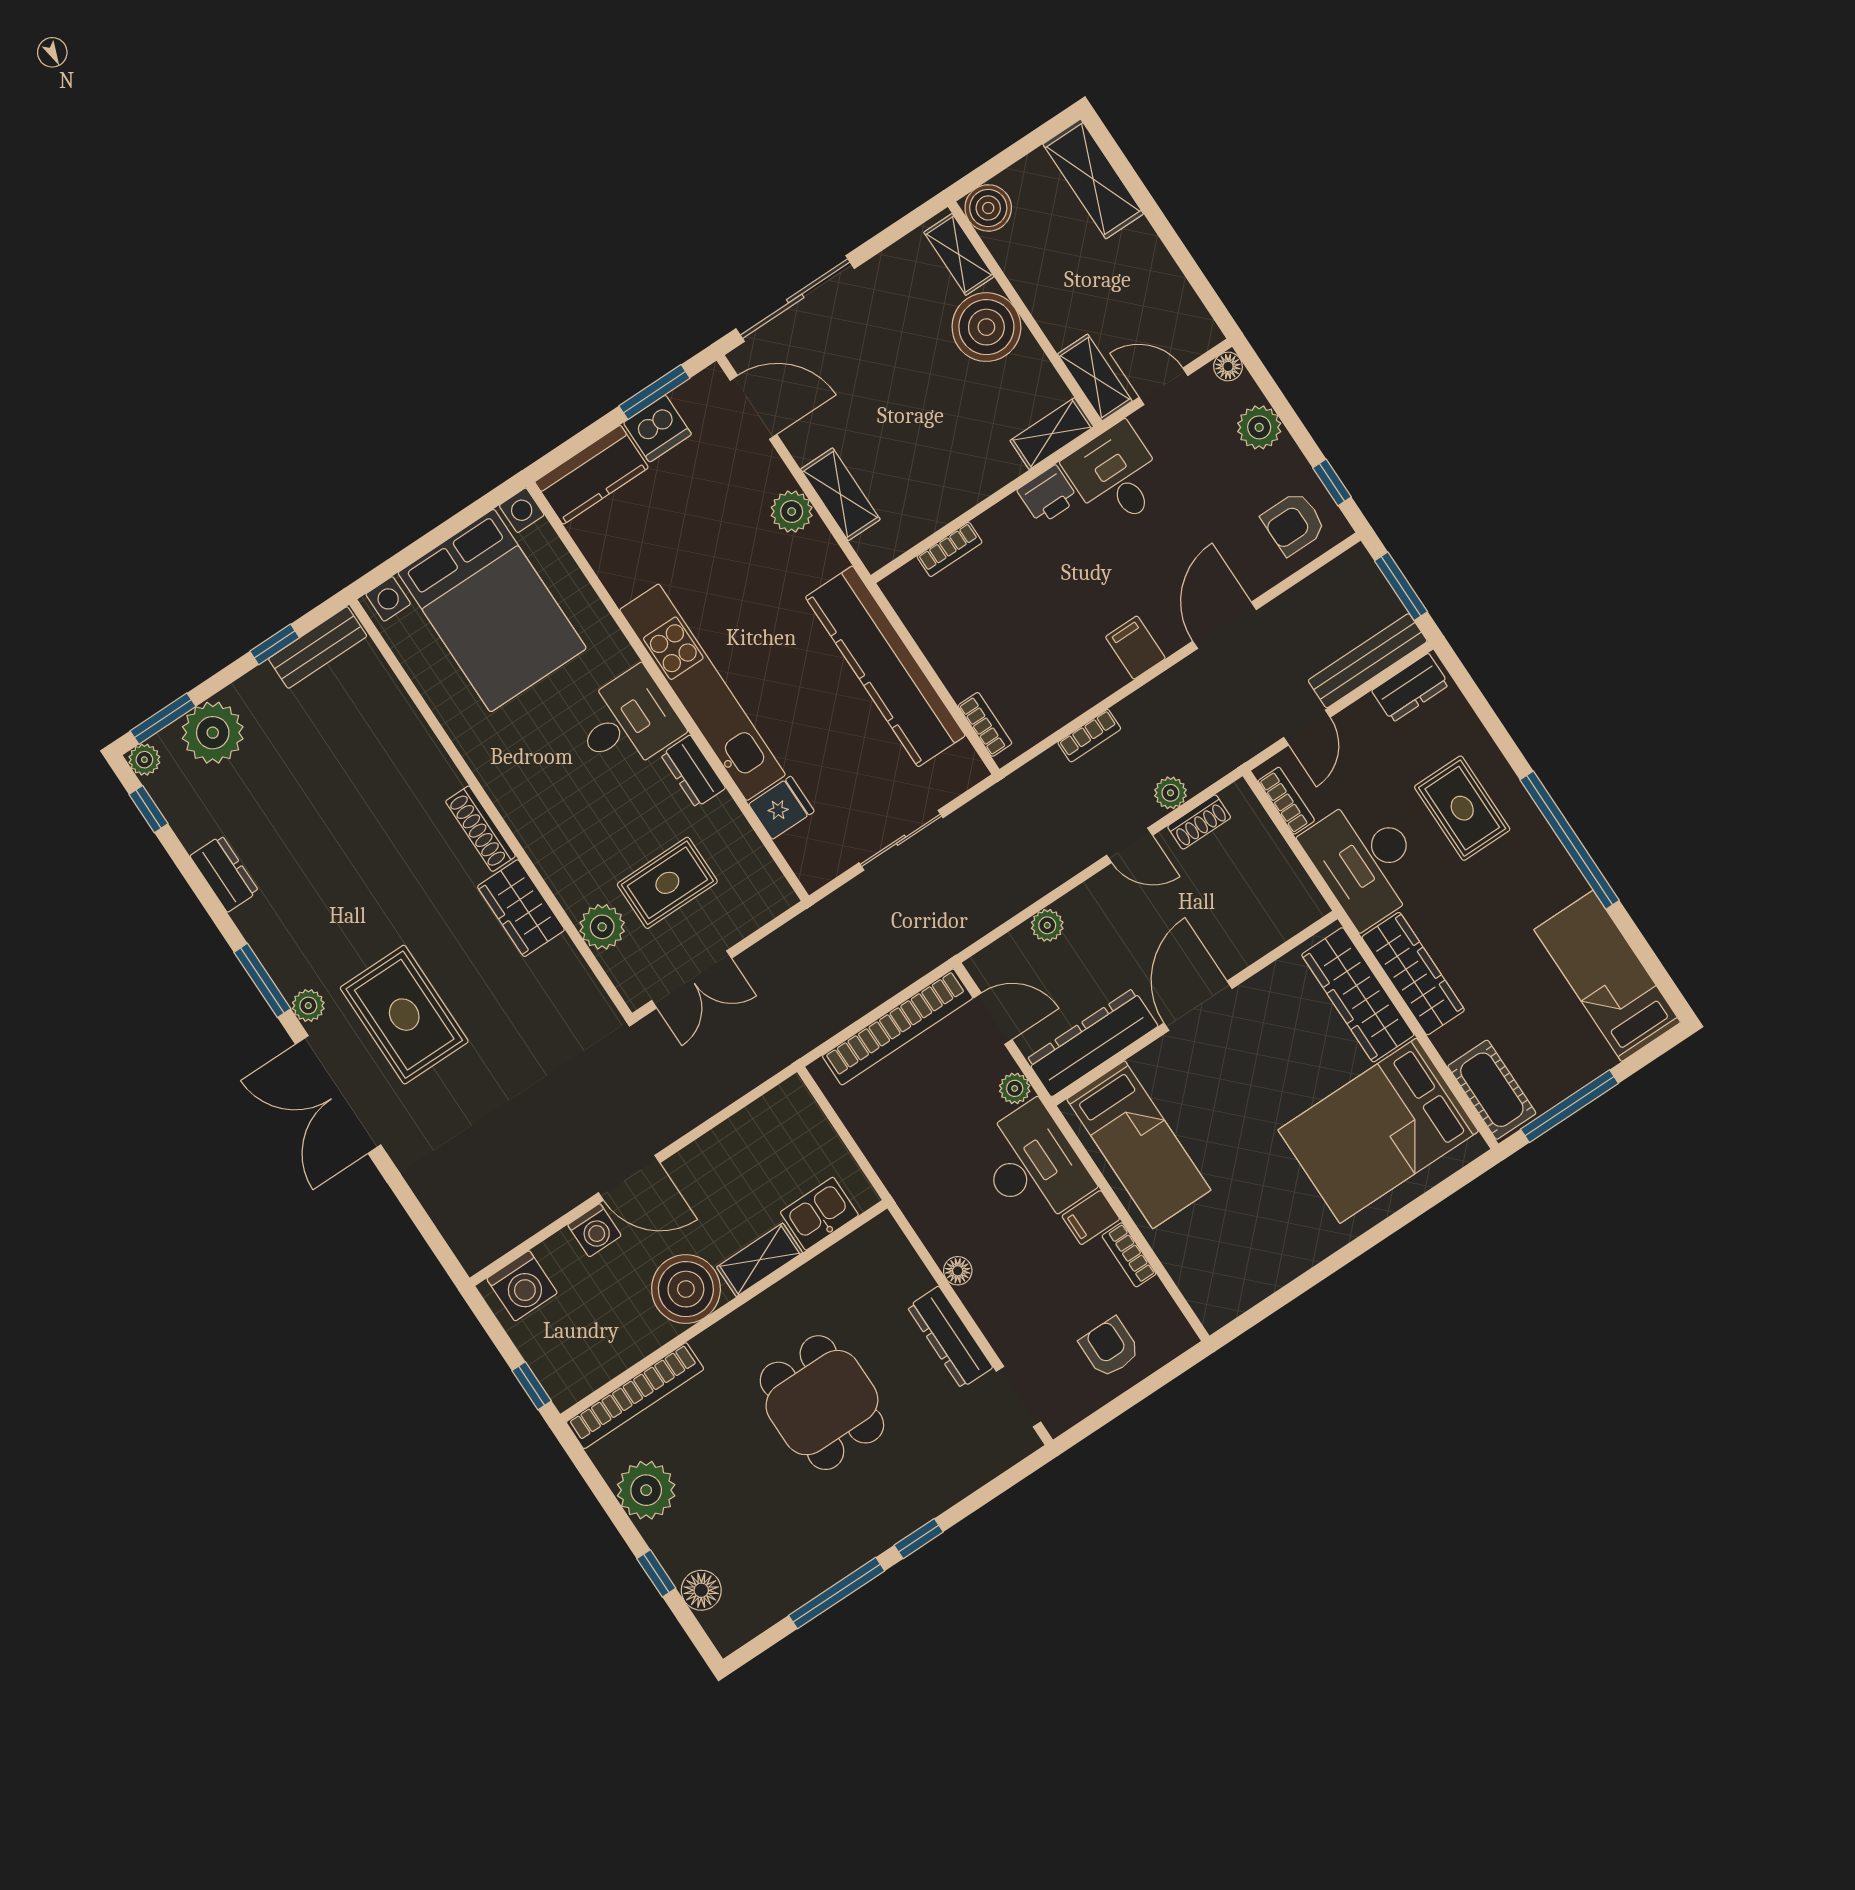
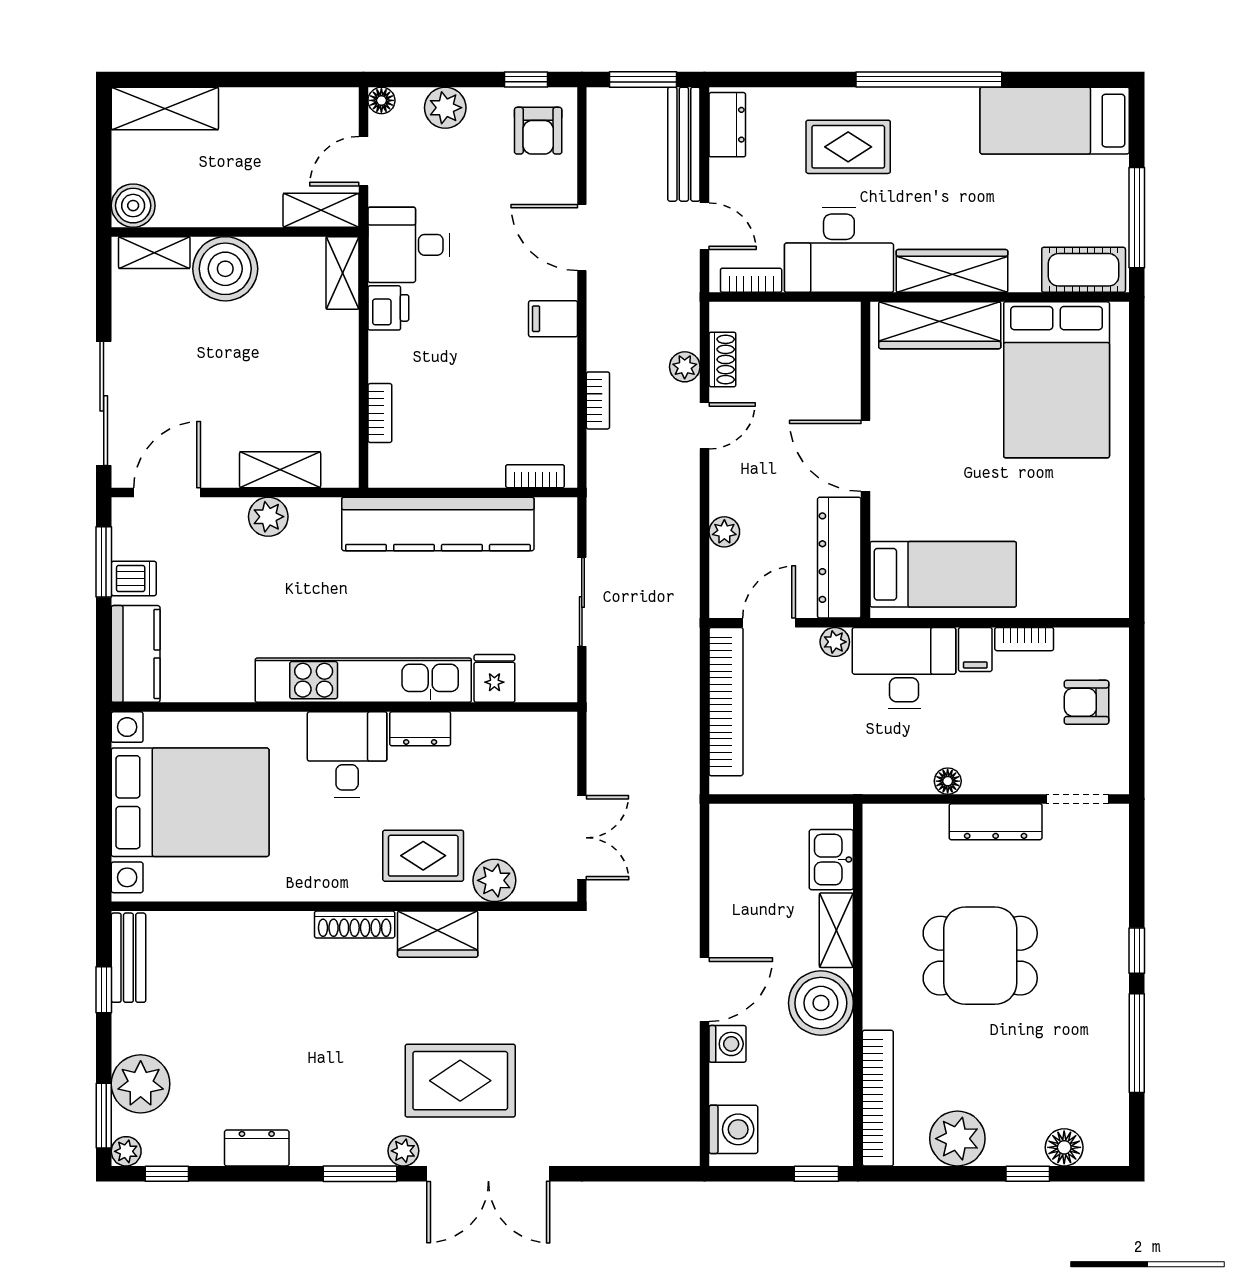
dishwasher: (657, 429) -> (134, 578), width x0.73
rug: (667, 883) -> (423, 856), moved, turned 90

